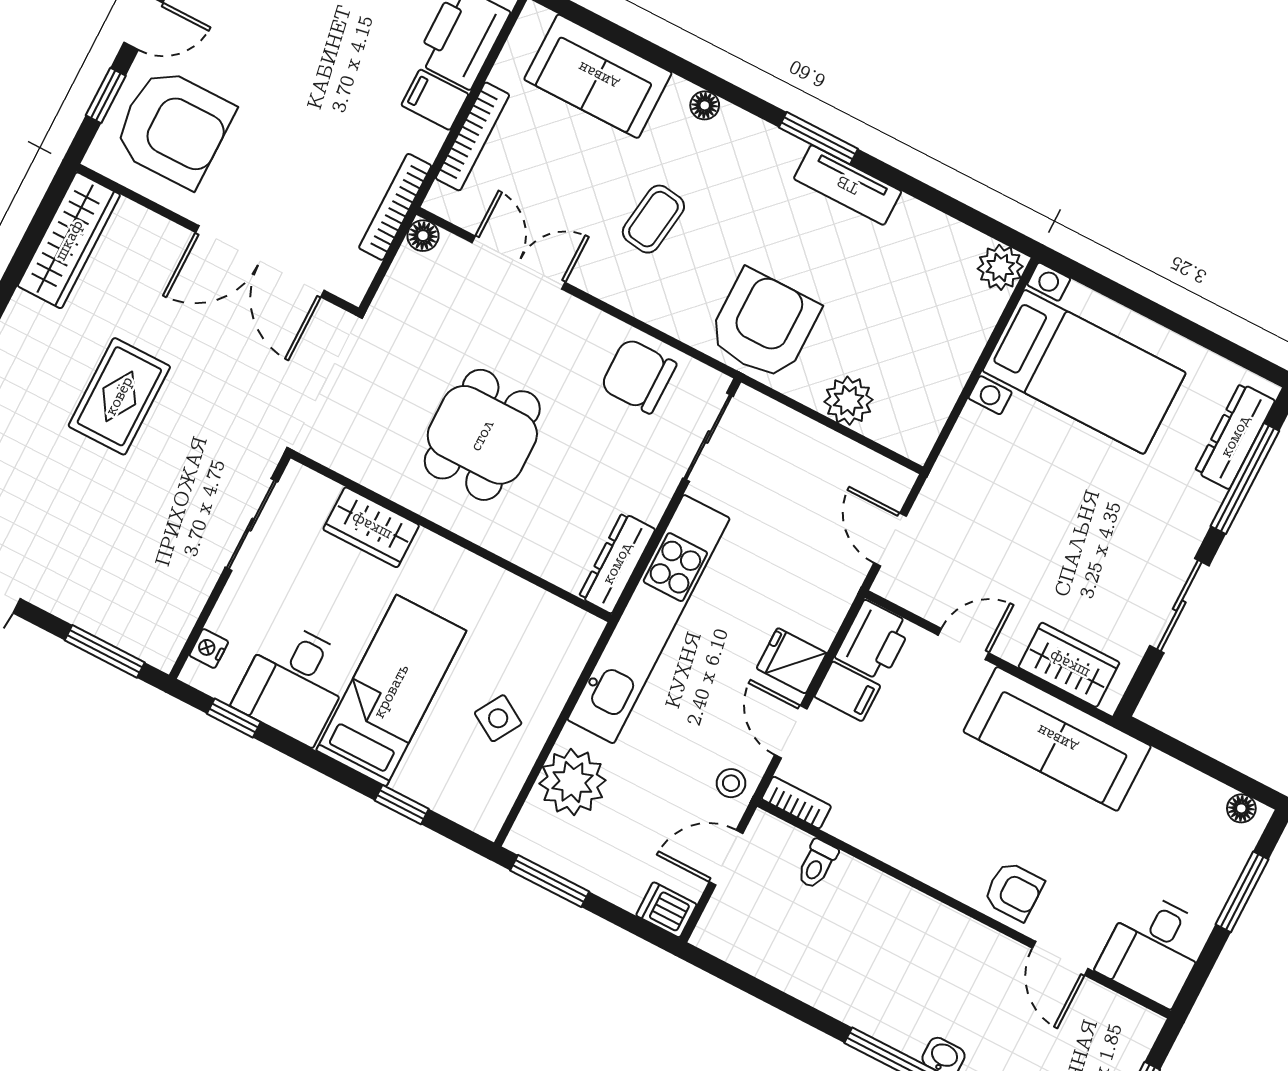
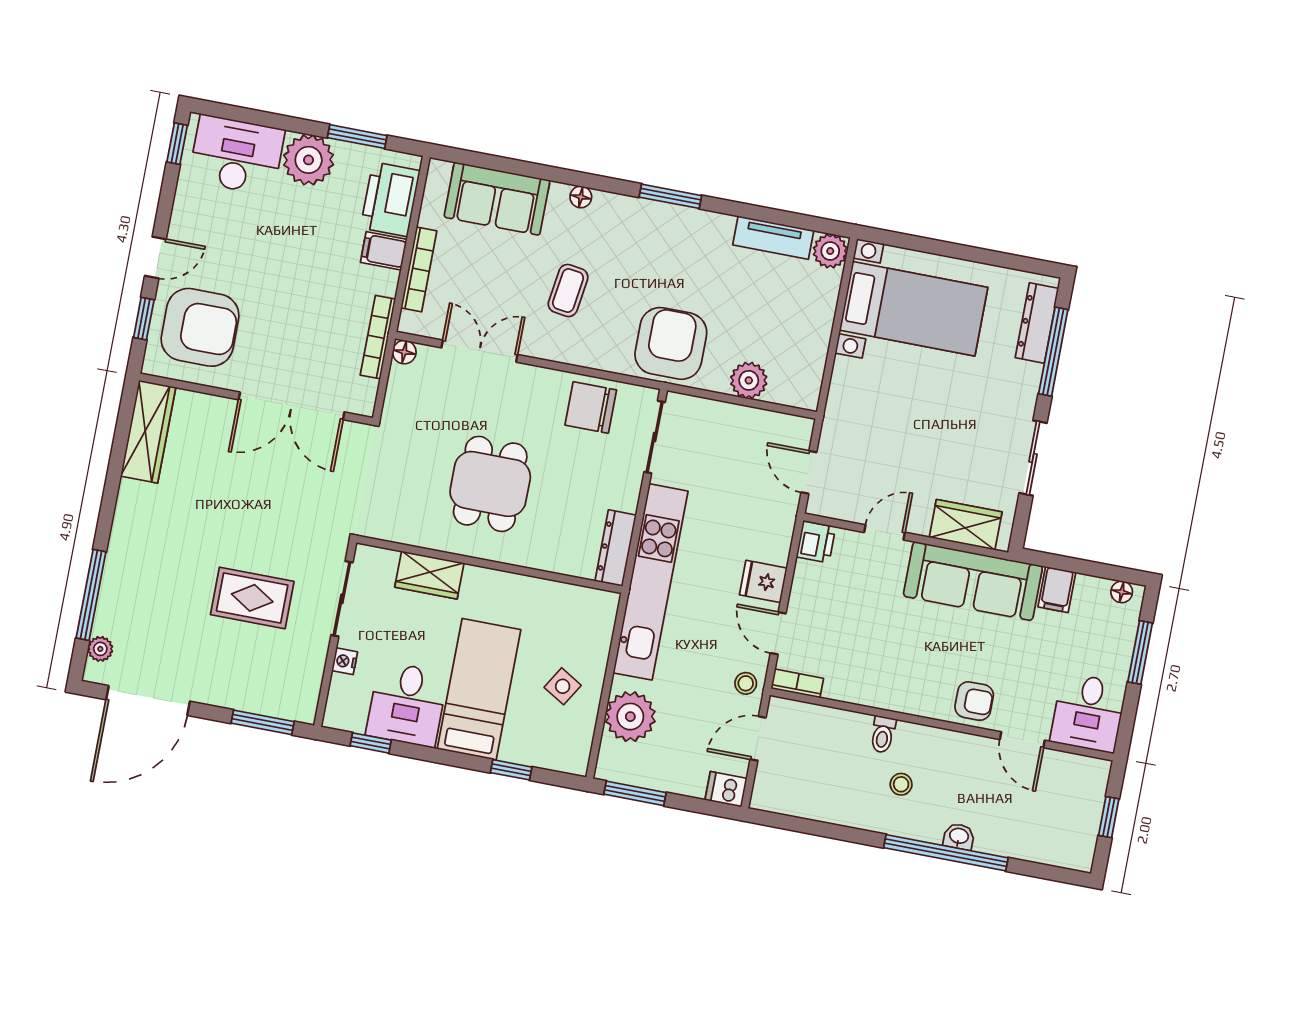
tv unit: (848, 185) -> (773, 238), moved
rug: (119, 396) -> (252, 598), moved, turned 90
printer: (874, 641) -> (816, 542), width x0.73, depth x0.81
nightstand: (209, 649) -> (345, 661), moved
filing cabinet: (847, 691) -> (1057, 590), moved, turned 90
toilet: (817, 864) -> (883, 735), moved
stool: (890, 969) -> (901, 784), added

